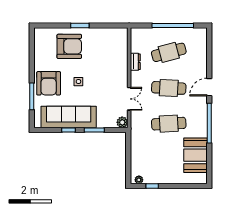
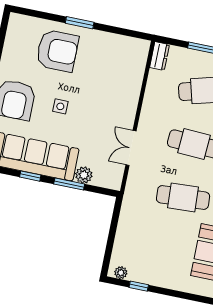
dresser: (135, 62) -> (160, 56), moved
double door: (129, 99) -> (131, 148), swing flipped
plant: (122, 122) -> (84, 175), moved

